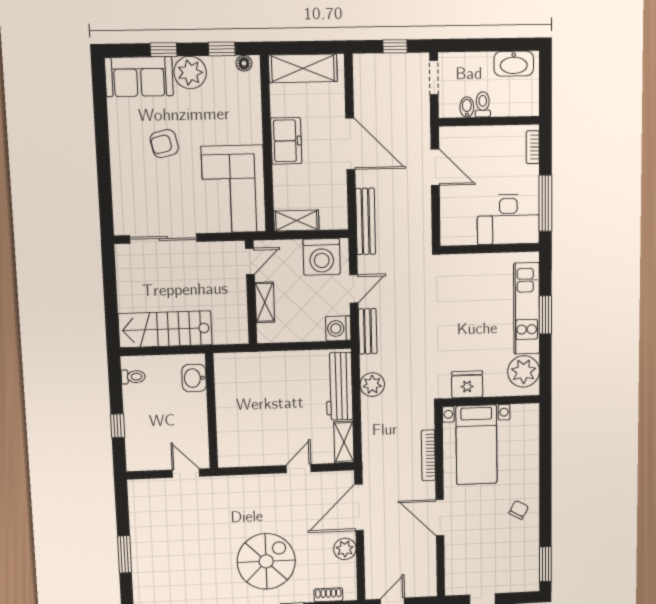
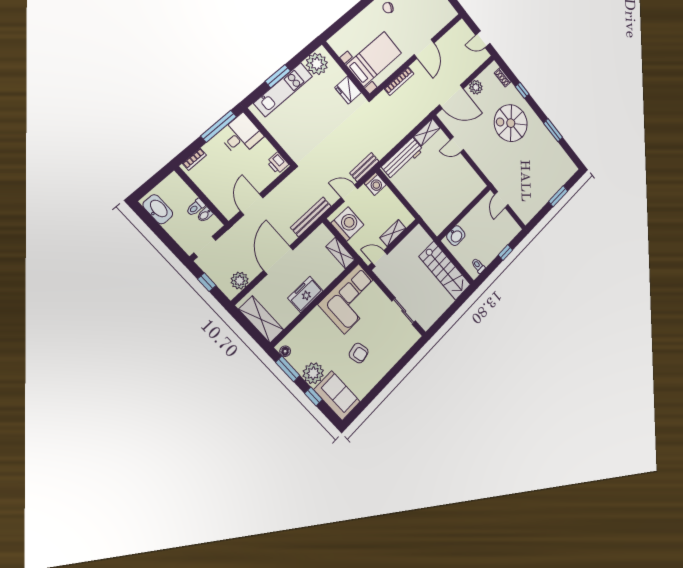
window: (222, 49) -> (288, 369), width x1.50
desk: (508, 219) -> (241, 135), width x0.73
printer: (455, 235) -> (278, 163), added
sliding door: (163, 238) -> (404, 311), width x0.73
plant: (372, 385) -> (240, 281), moved

